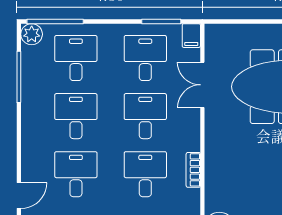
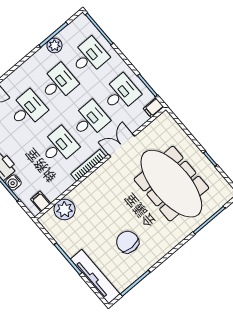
plant: (32, 34) -> (54, 45), moved
double door: (202, 85) -> (122, 145), moved
bookcase: (193, 170) -> (88, 165), width x1.56

